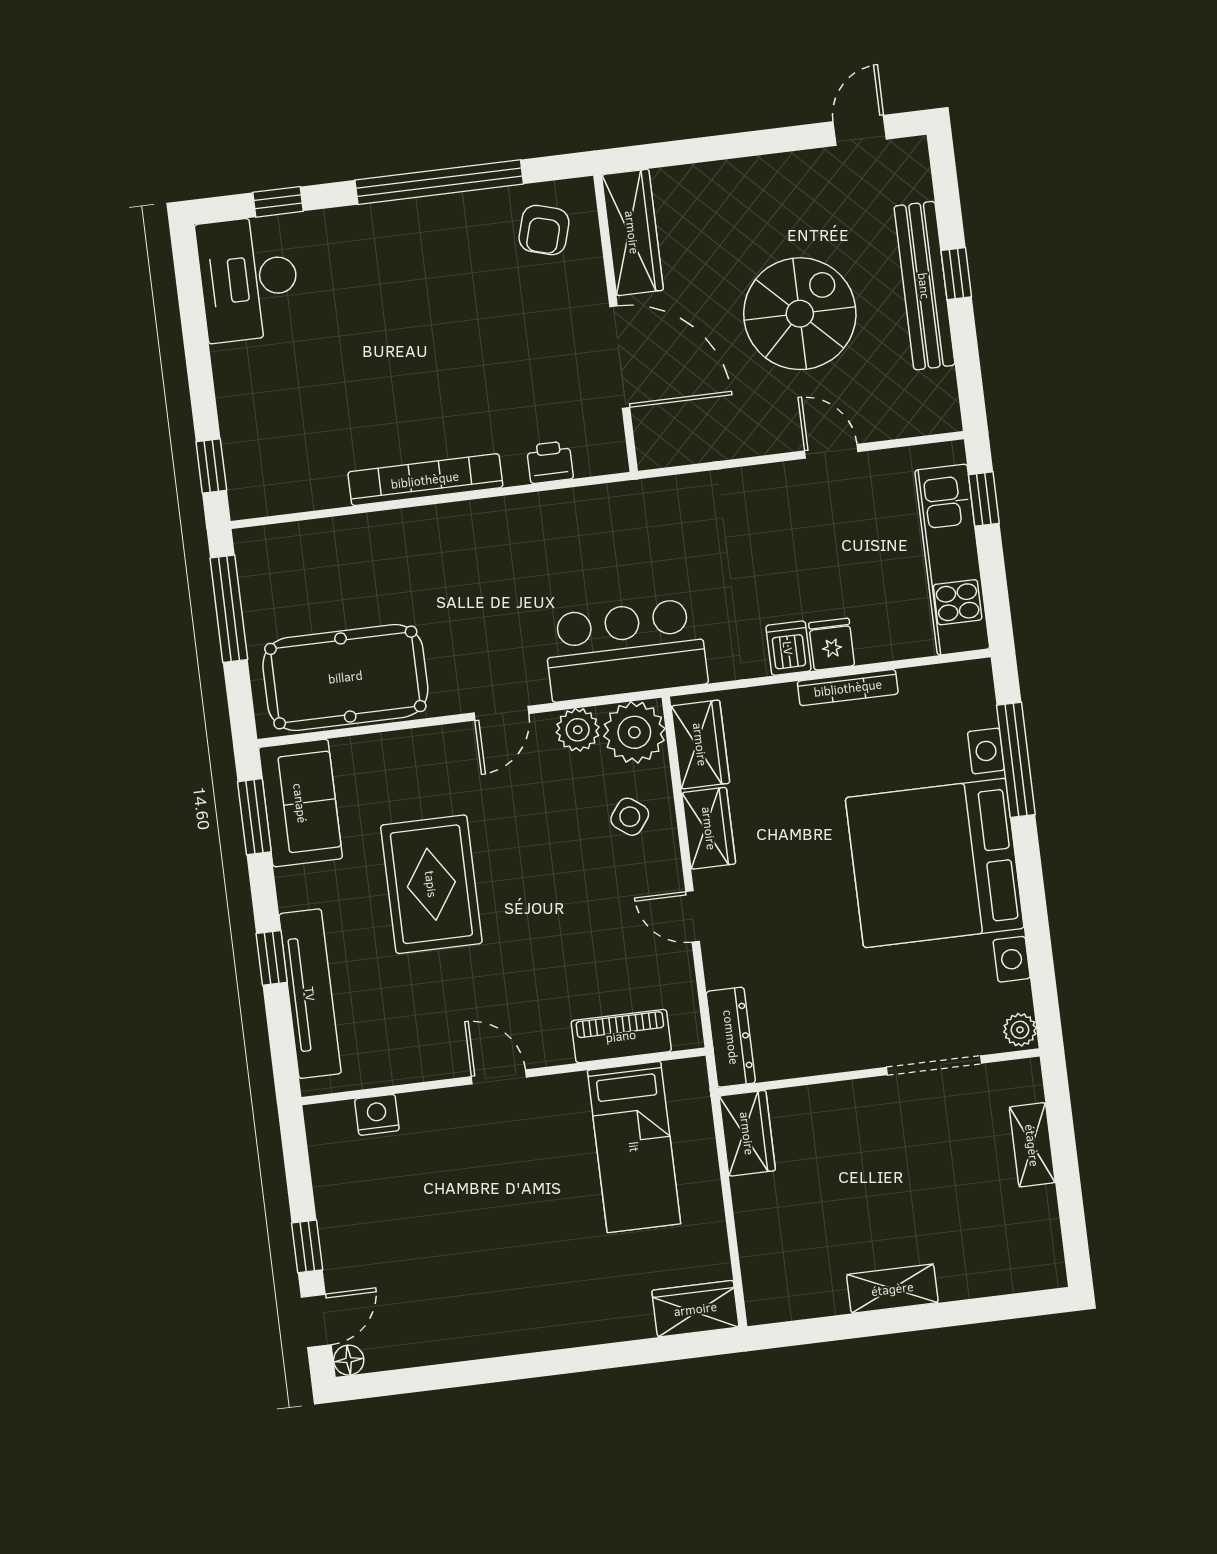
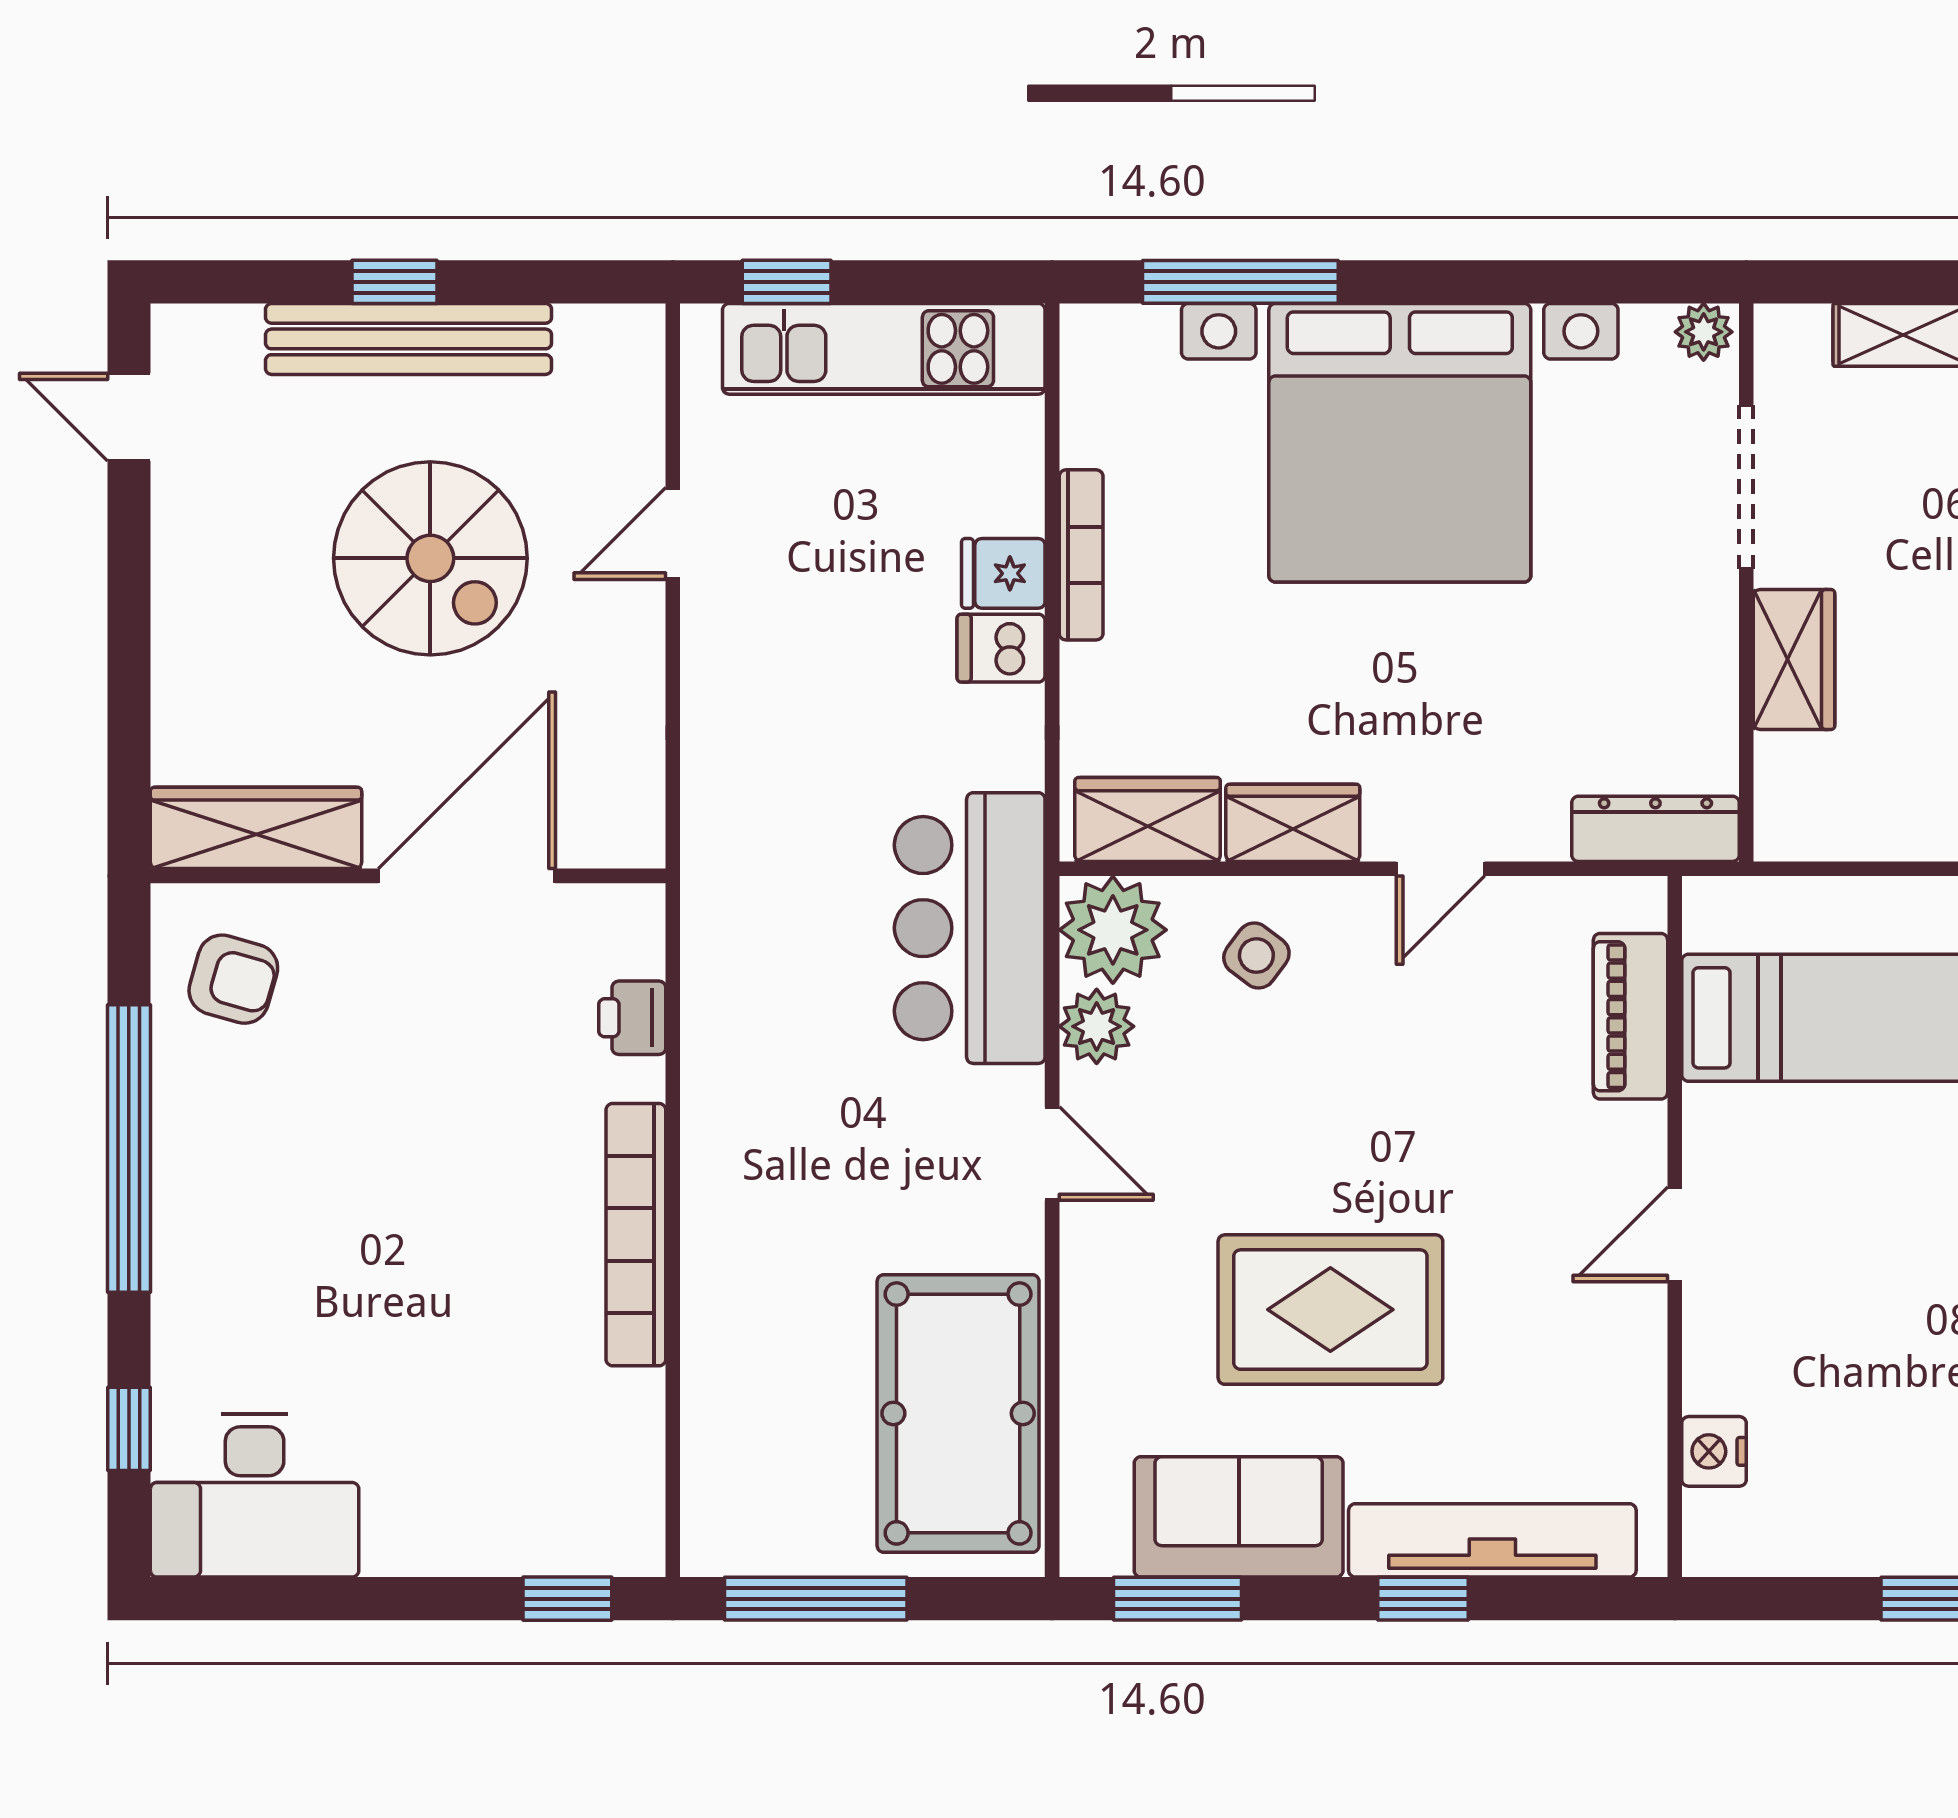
spiral stairs: (800, 314) -> (430, 558), turned 180
sofa: (300, 803) -> (1239, 1517), moved
wardrobe: (747, 1133) -> (1794, 660), moved, turned 90

